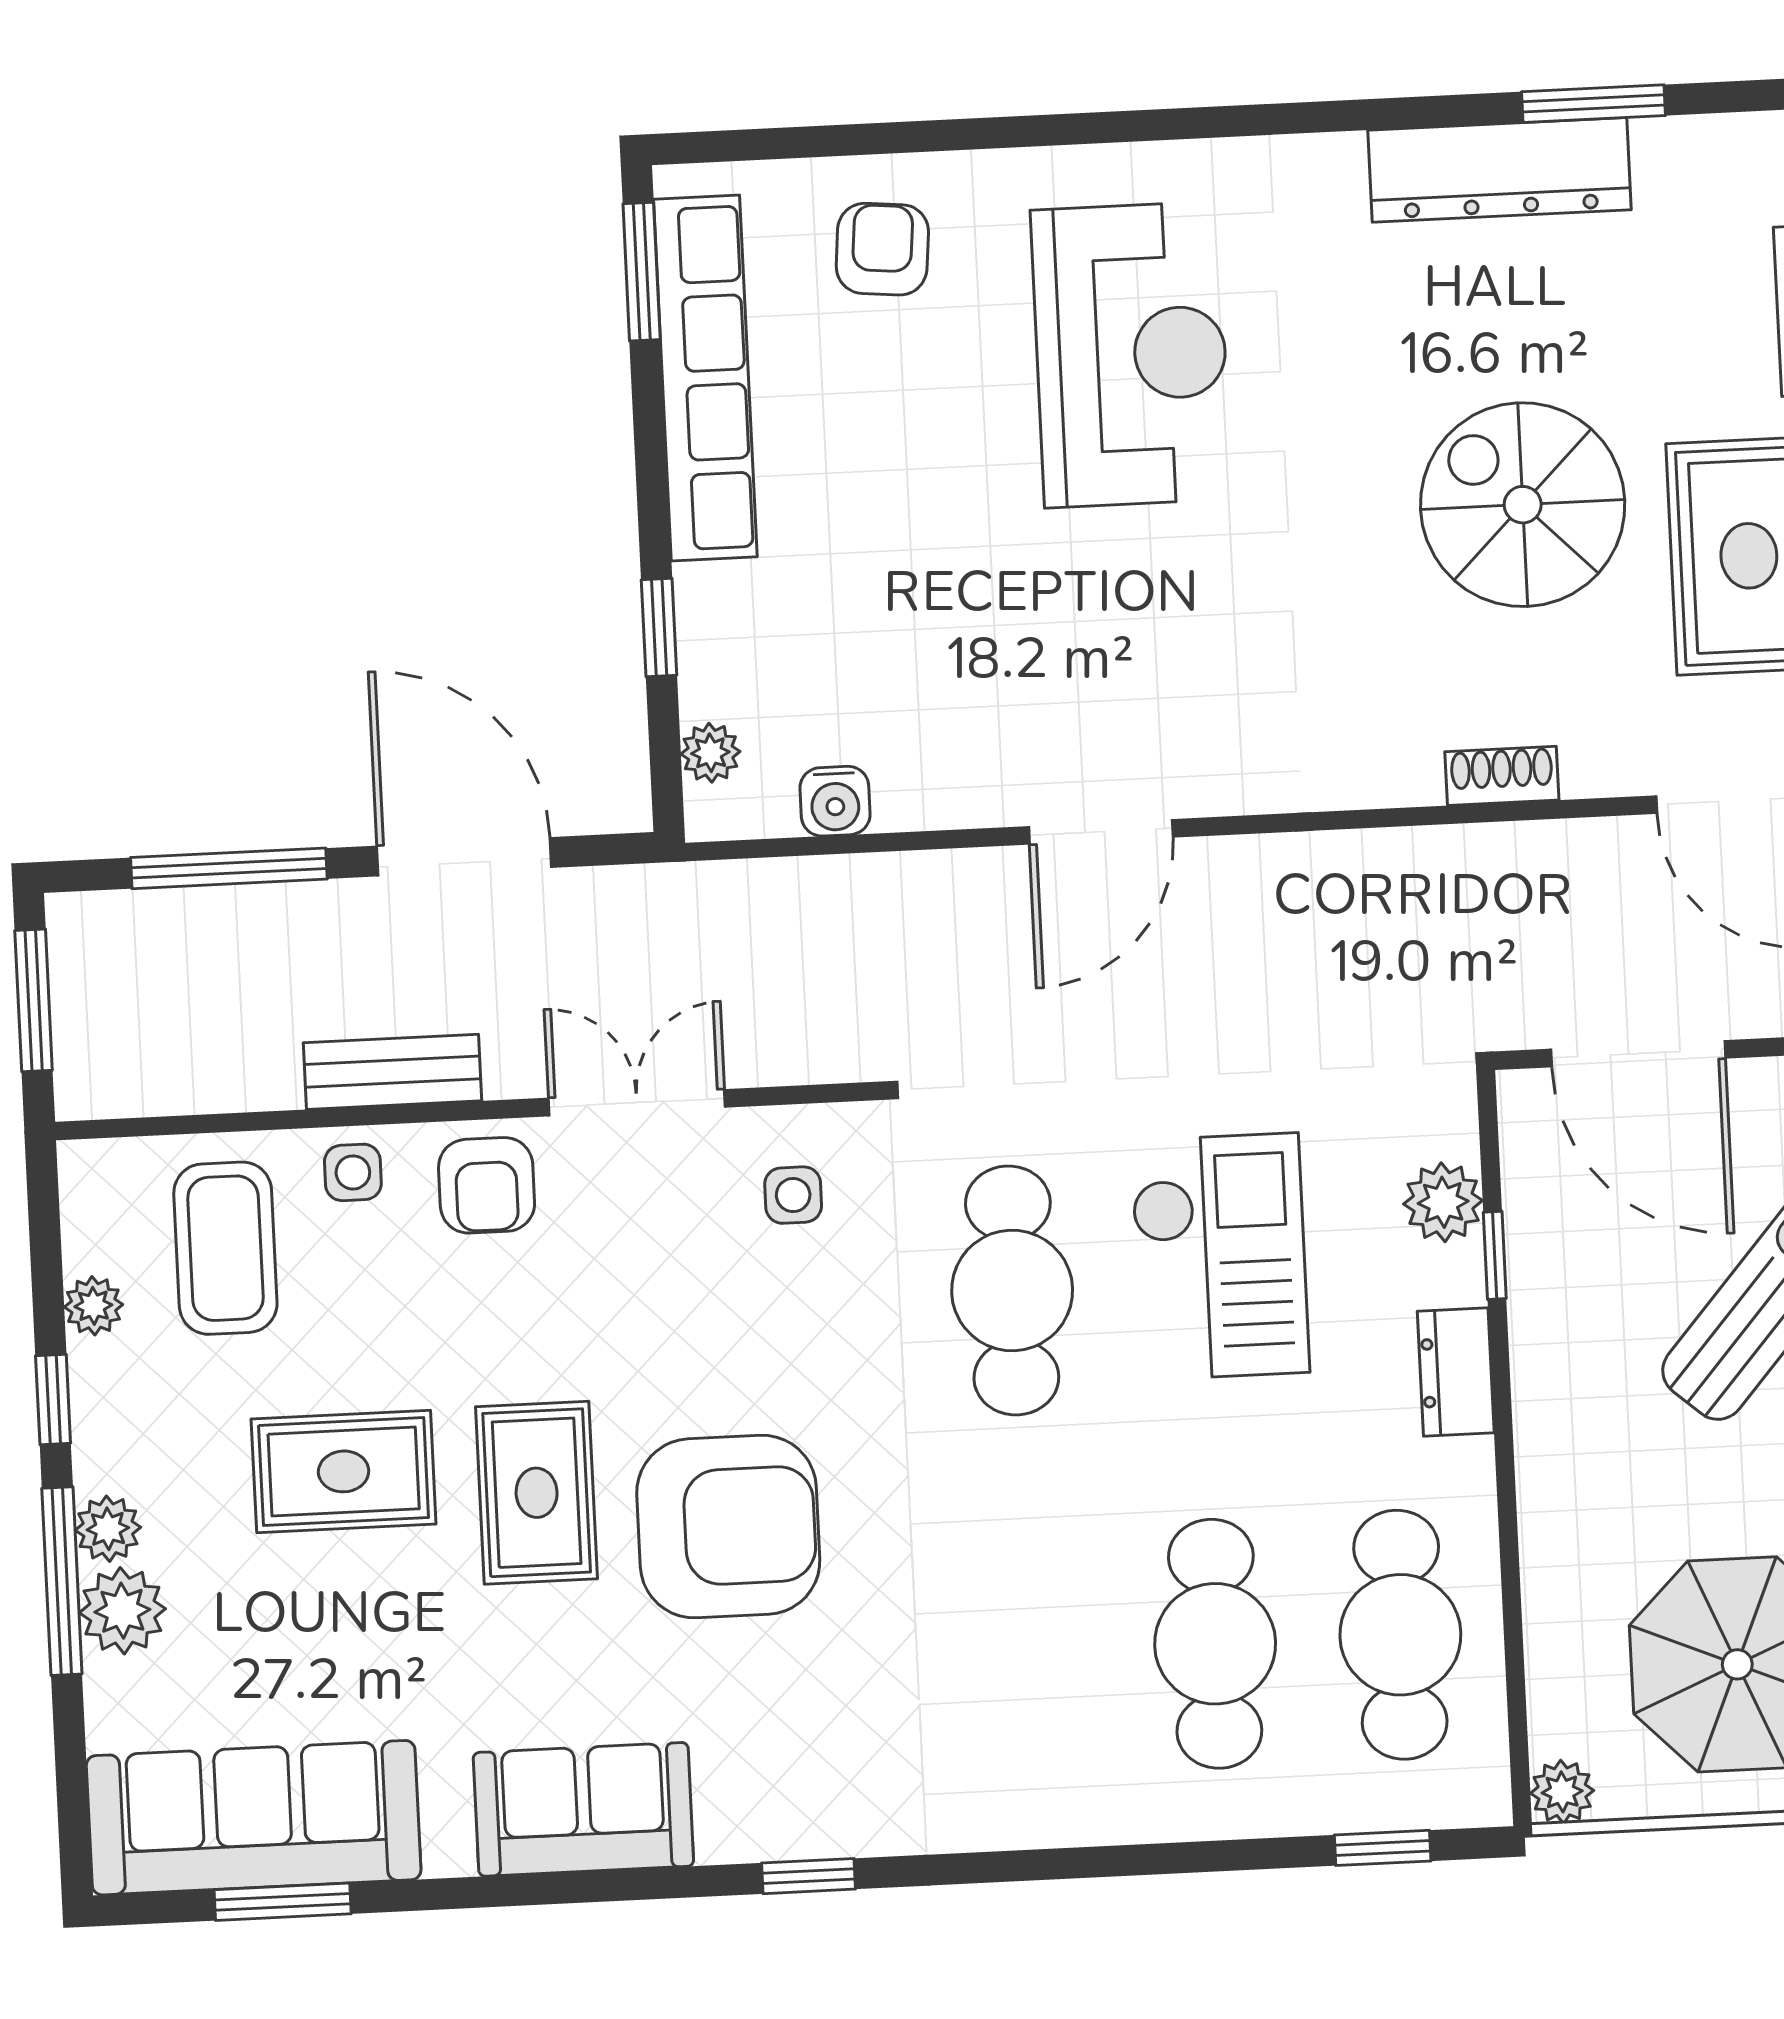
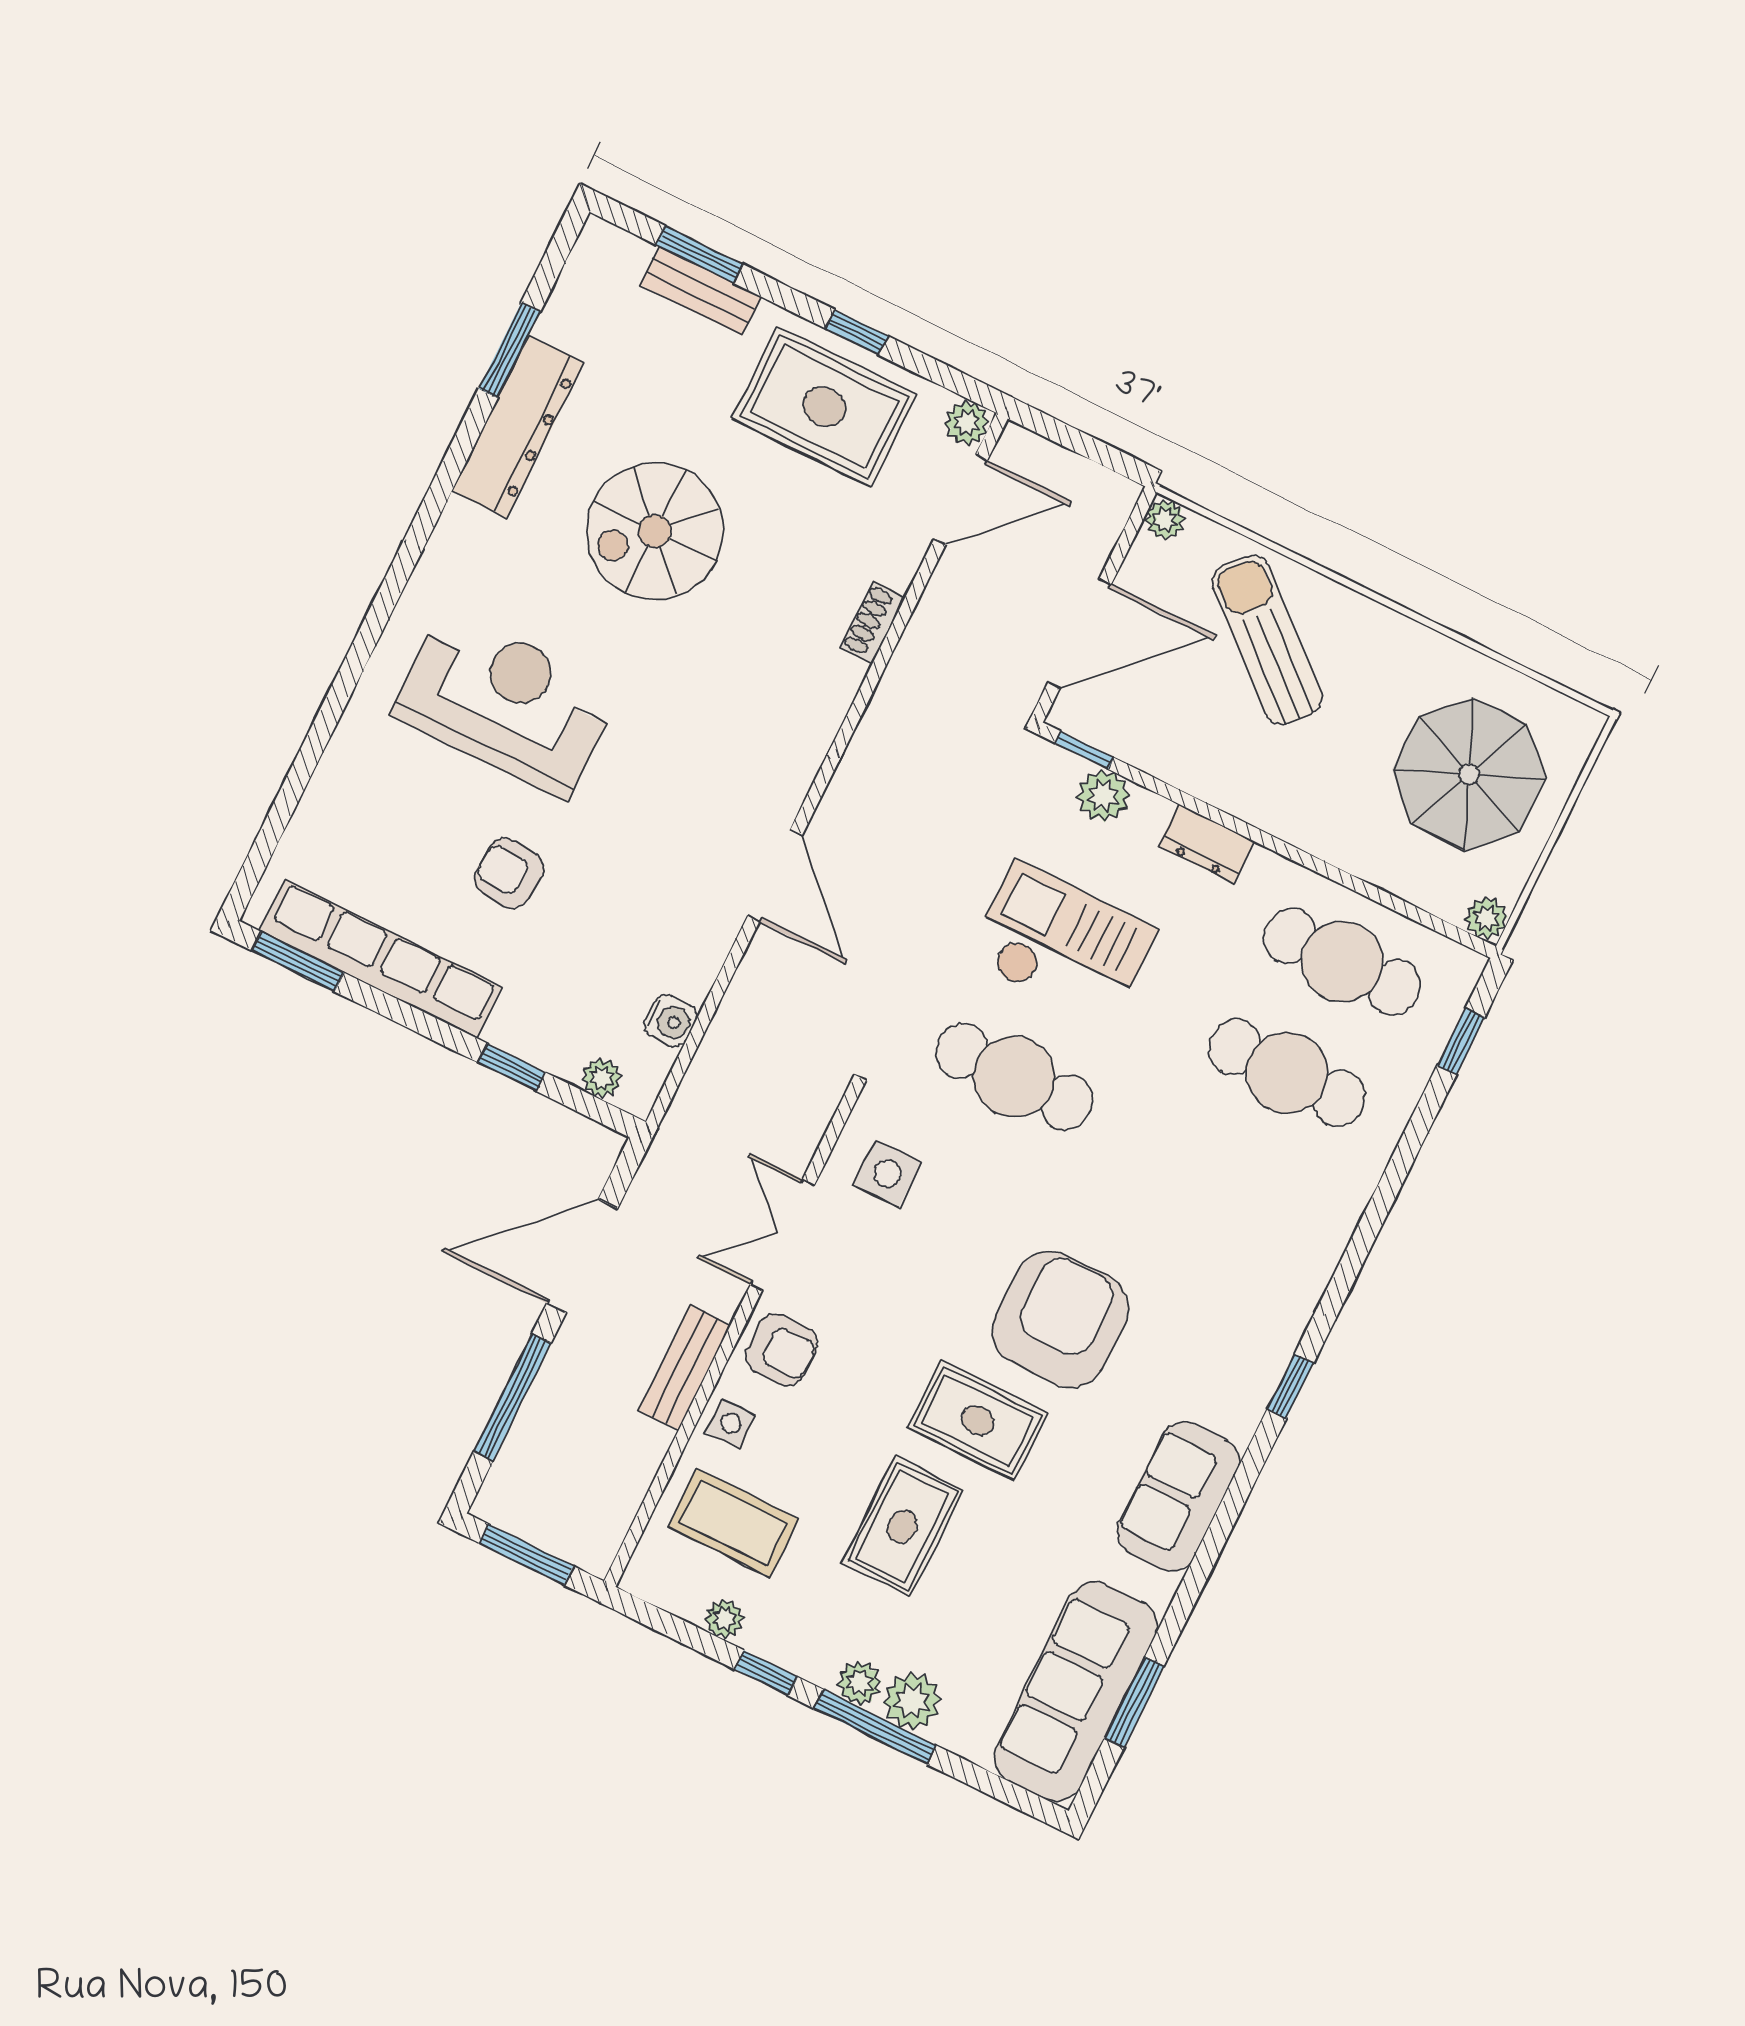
armchair: (882, 249) -> (509, 873), moved
spiral stairs: (1523, 505) -> (655, 531), moved
side table: (793, 1195) -> (887, 1174), width x1.37, depth x1.37
window: (1495, 1255) -> (1085, 750), moved

